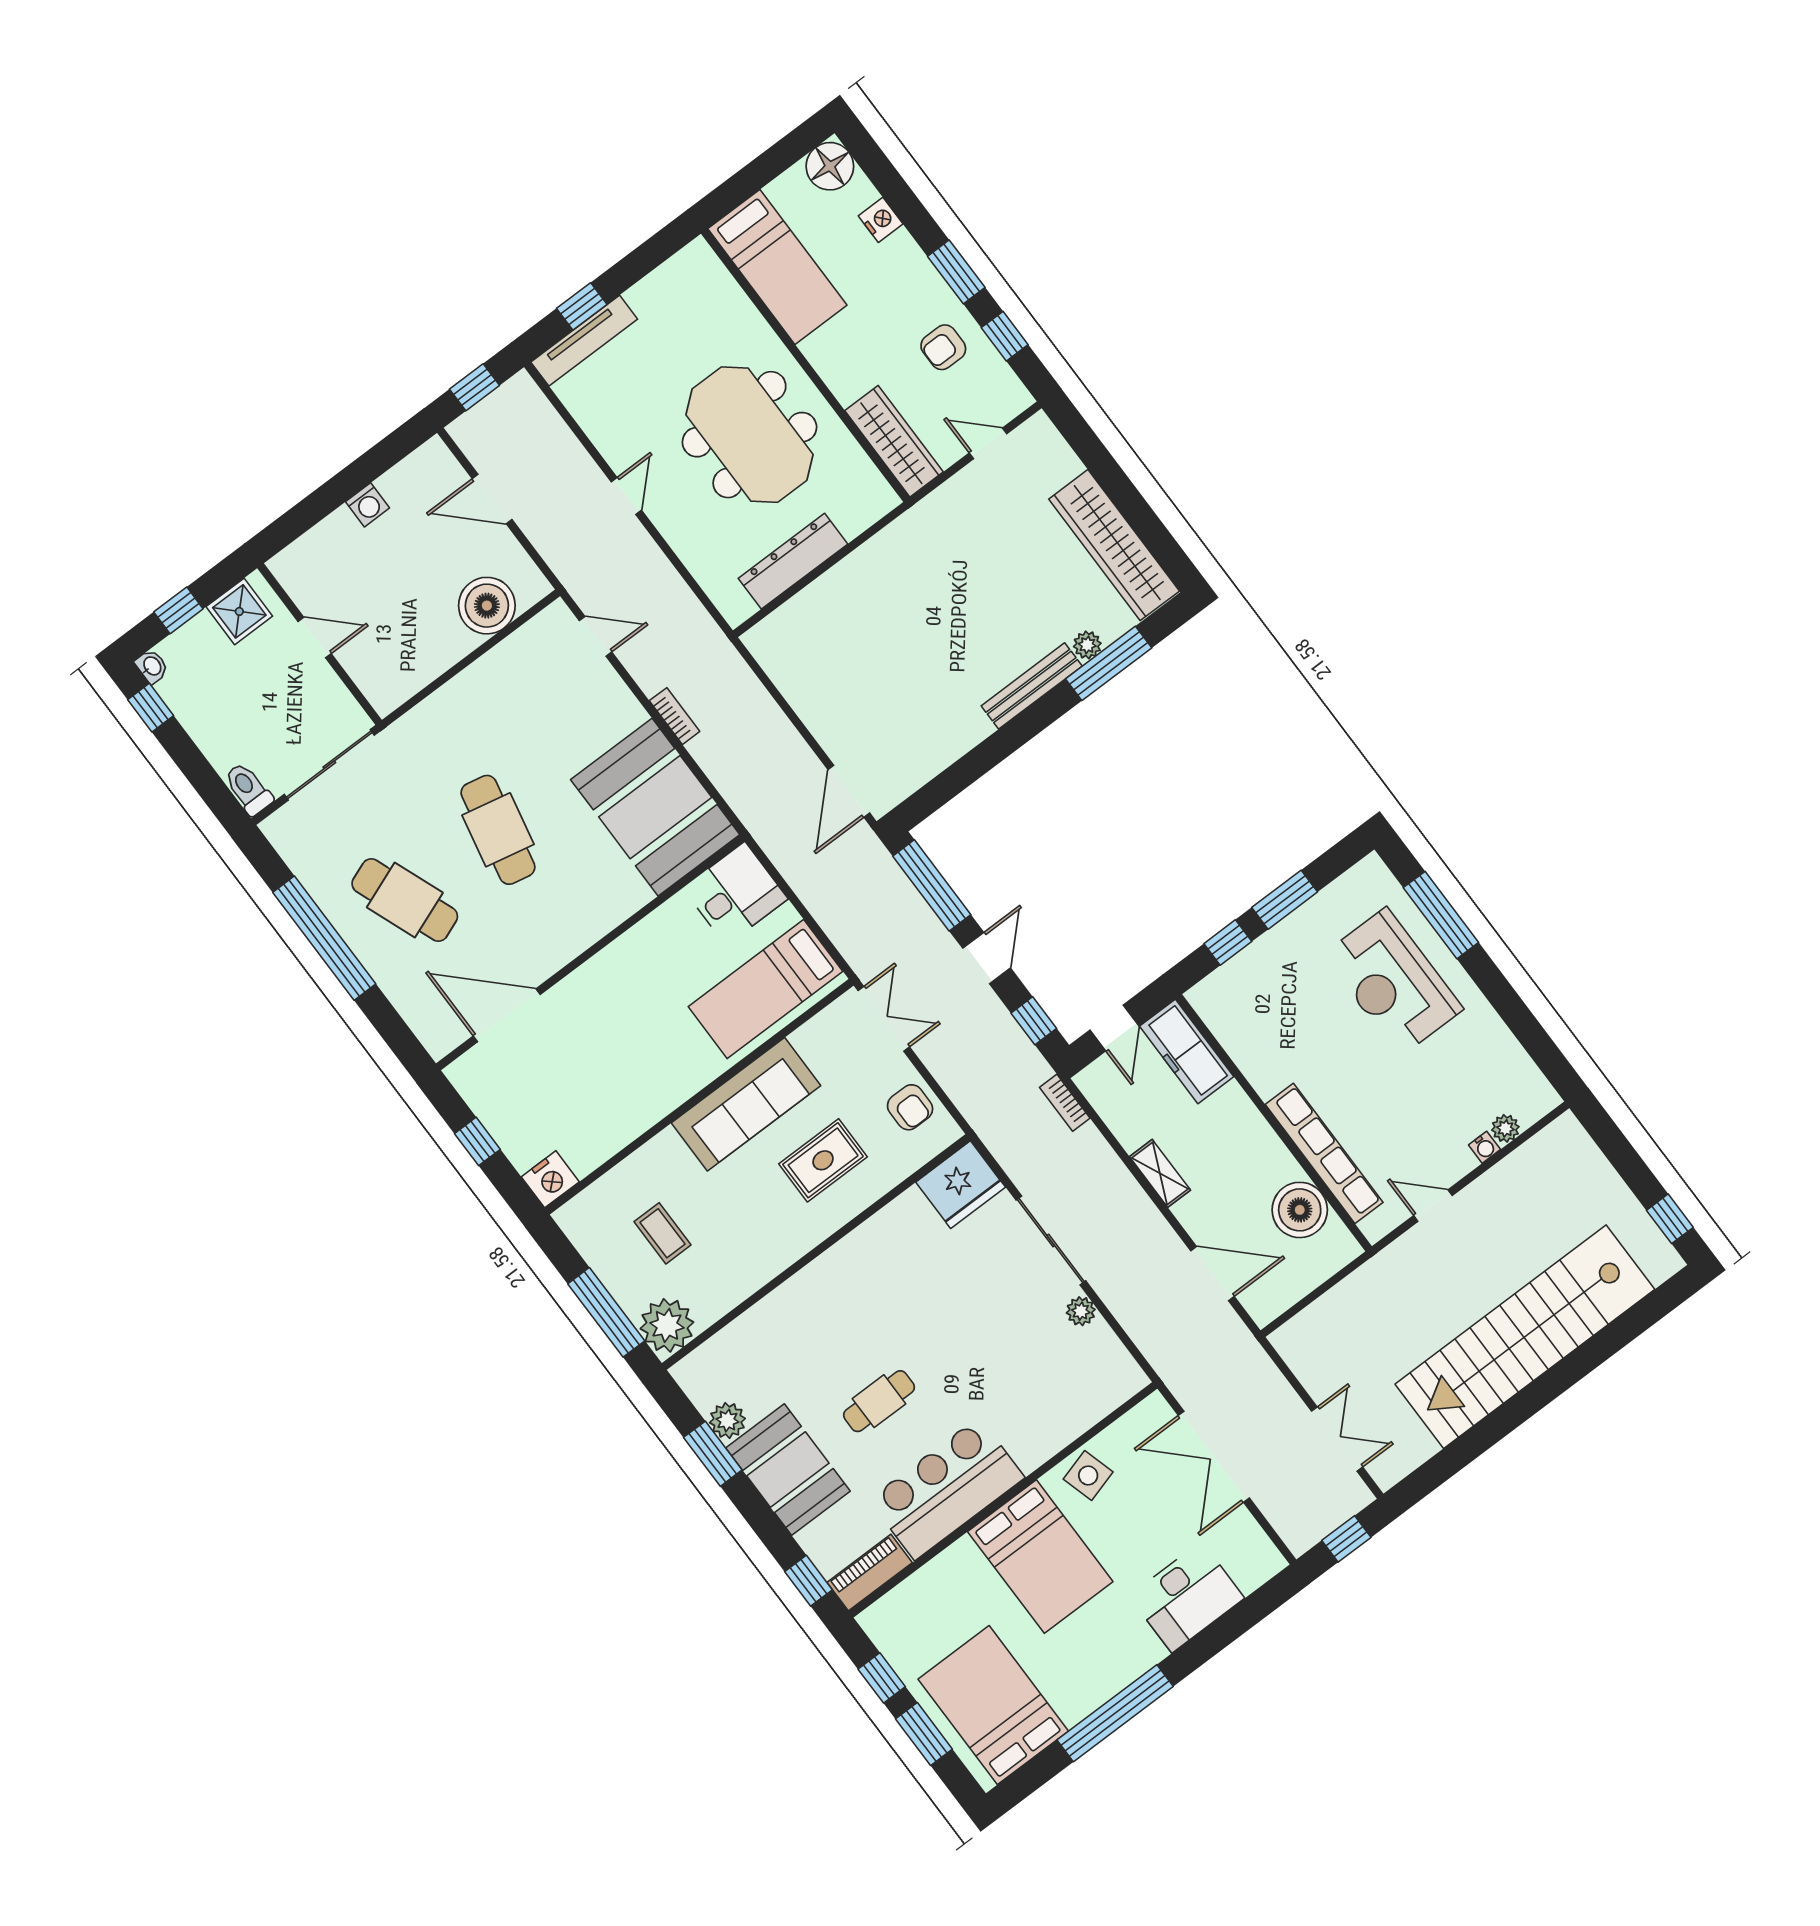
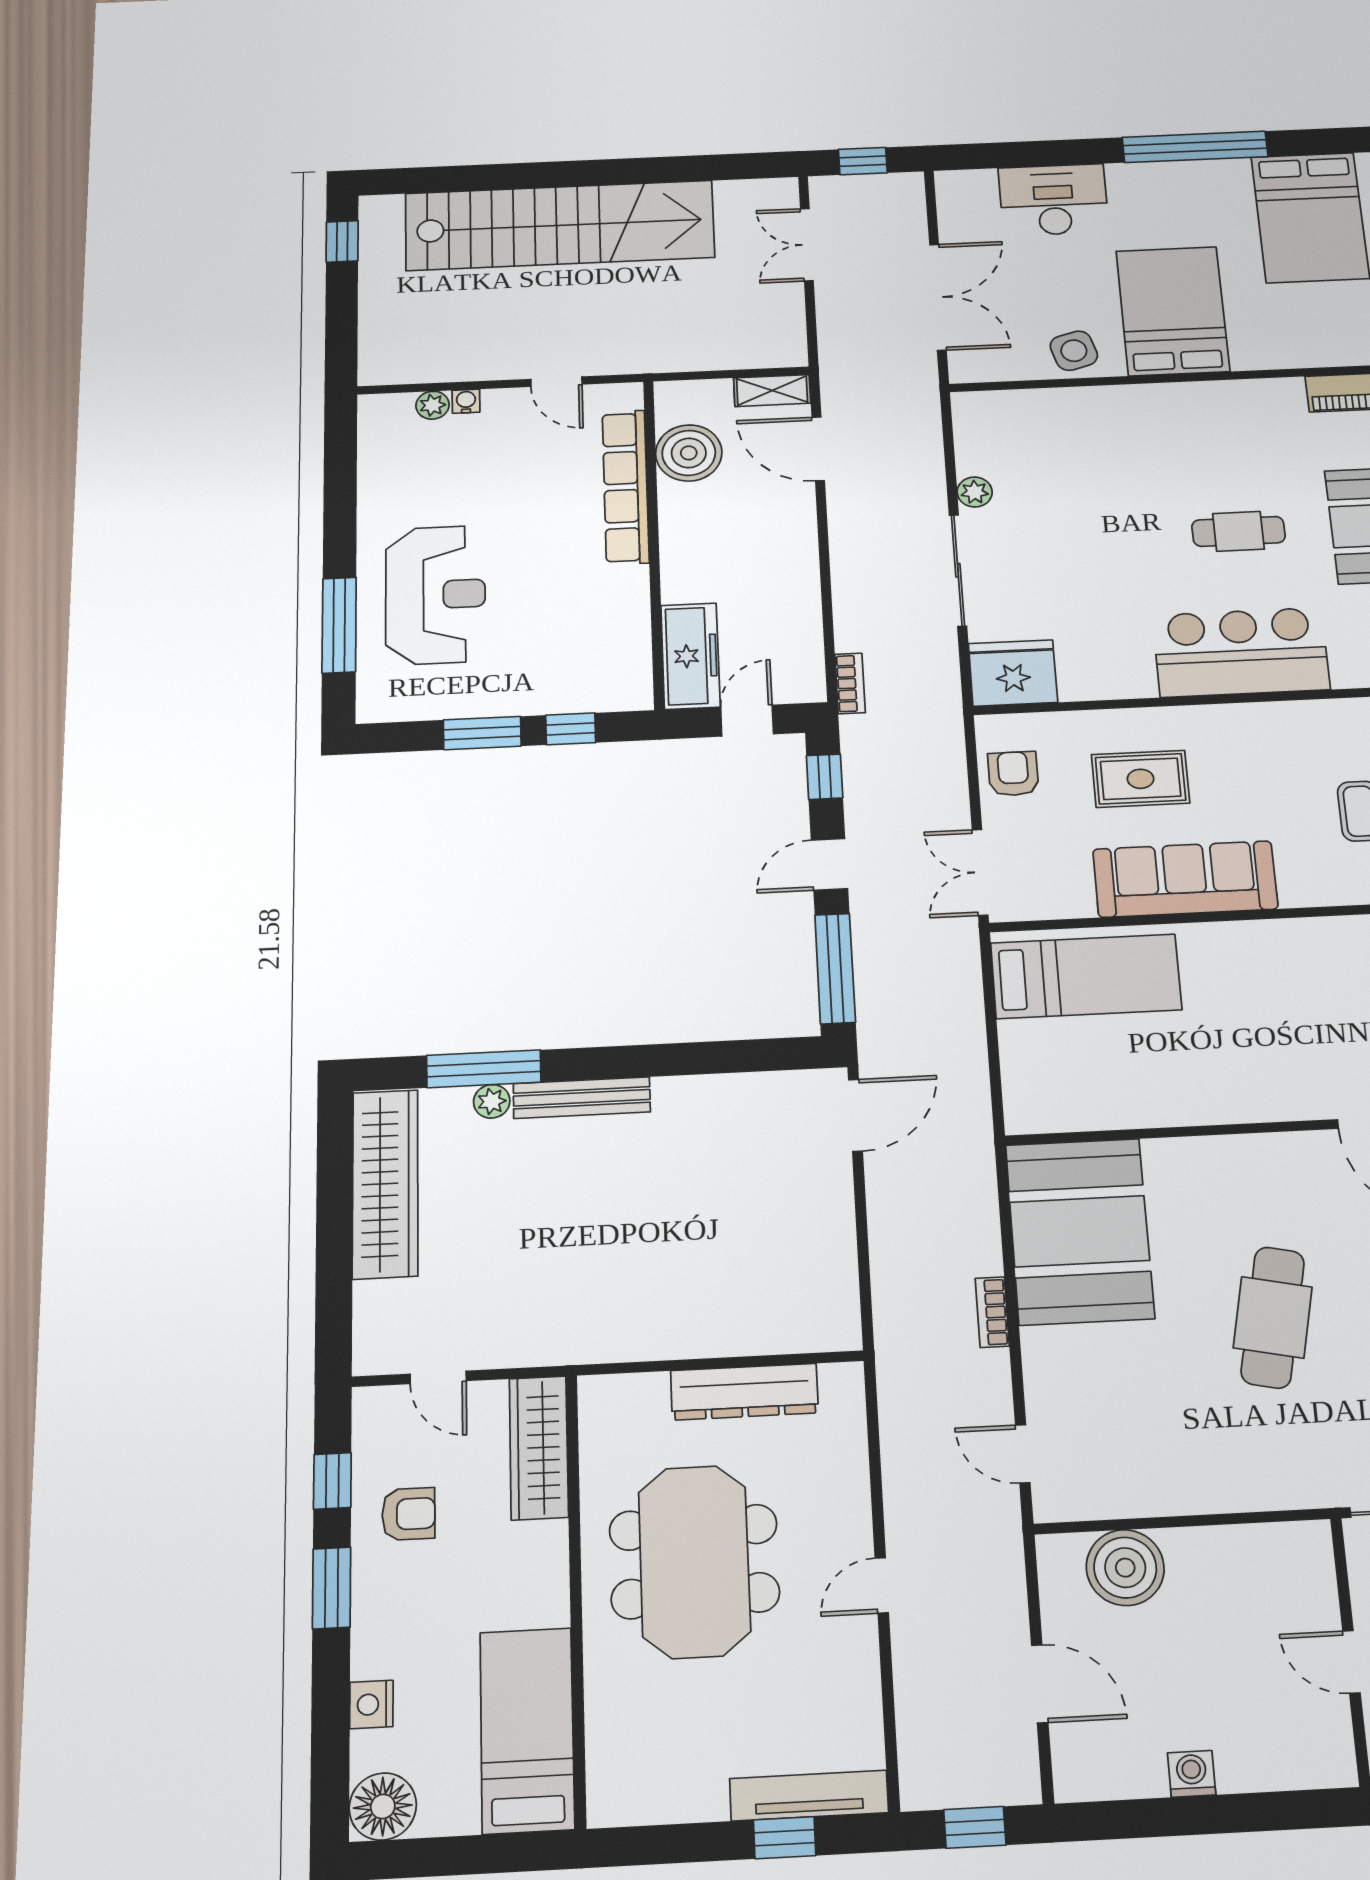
desk: (735, 894) -> (1052, 1090), removed
shelving: (1160, 1173) -> (772, 391), moved, turned 90
bar counter: (947, 1489) -> (1241, 652), moved, turned 180

